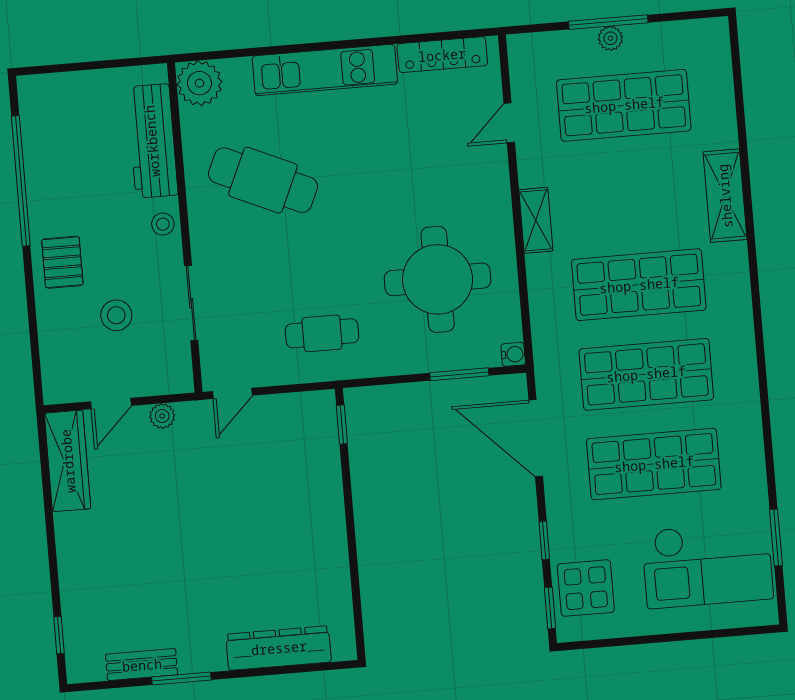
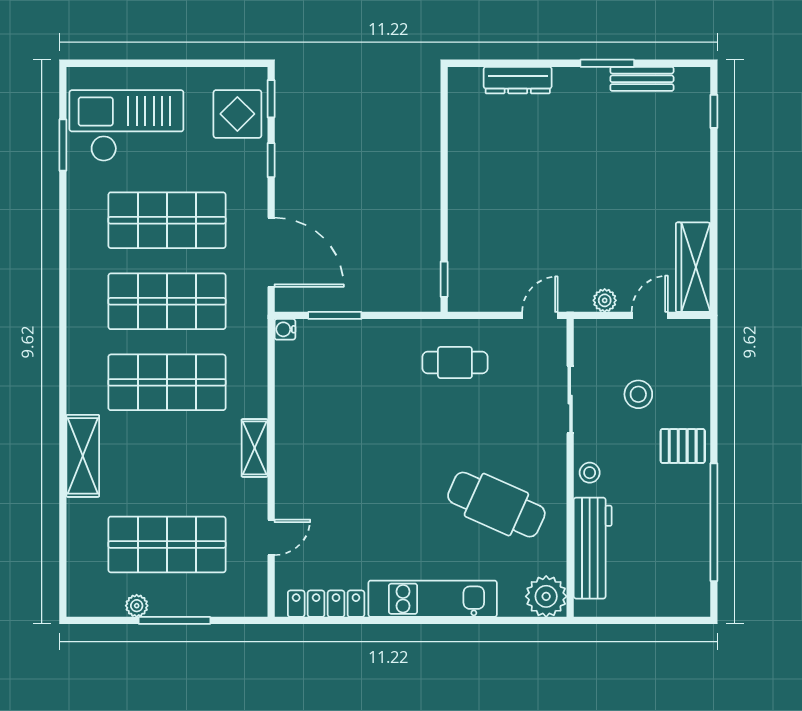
plant: (610, 38) -> (137, 606), moved
pallet: (62, 262) -> (683, 446), turned 90
round table: (438, 279) -> (347, 402), removed
dresser: (279, 648) -> (518, 80), width x0.73, depth x0.80

